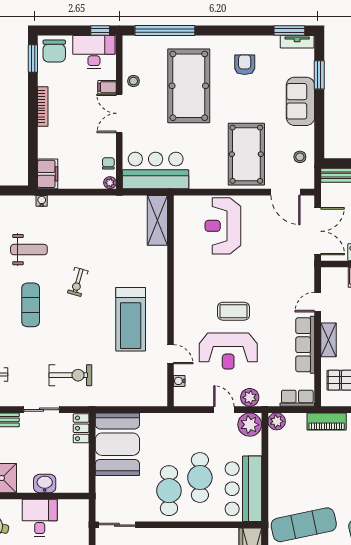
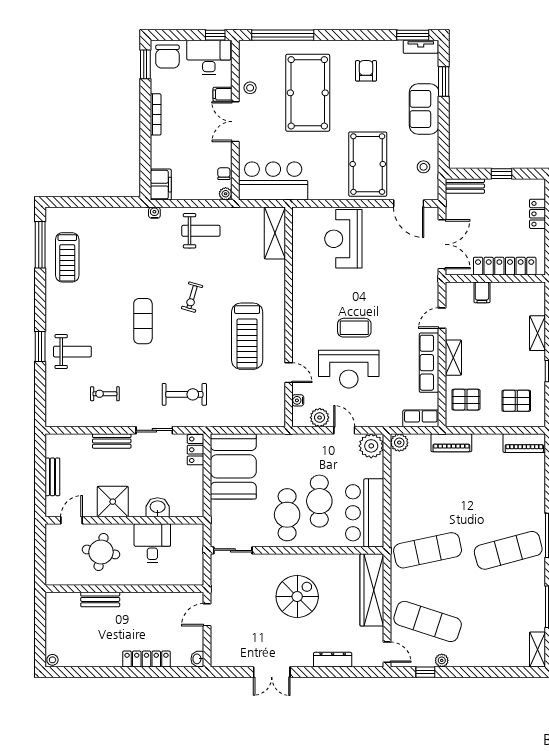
weight bench: (29, 250) -> (201, 231), moved
plant: (250, 397) -> (320, 418), moved

